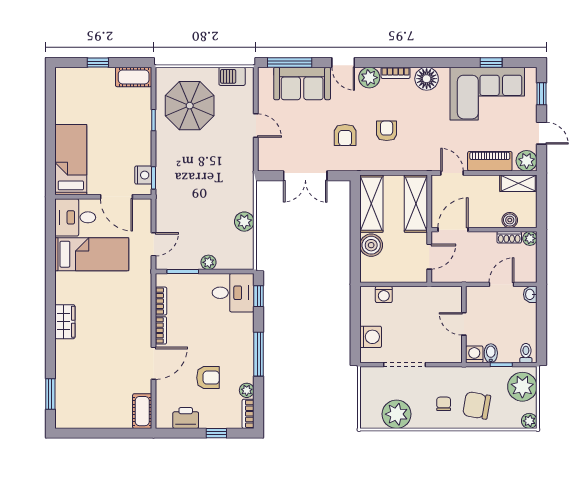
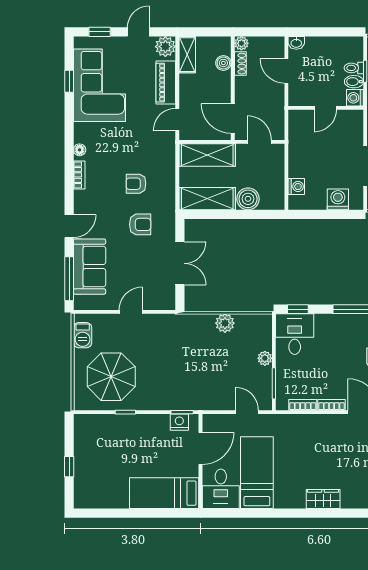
cot: (134, 77) -> (83, 432), removed
plant: (369, 78) -> (84, 201), removed
floor lamp: (427, 79) -> (80, 150), width x0.53, depth x0.53
toilet: (526, 353) -> (354, 68), moved

